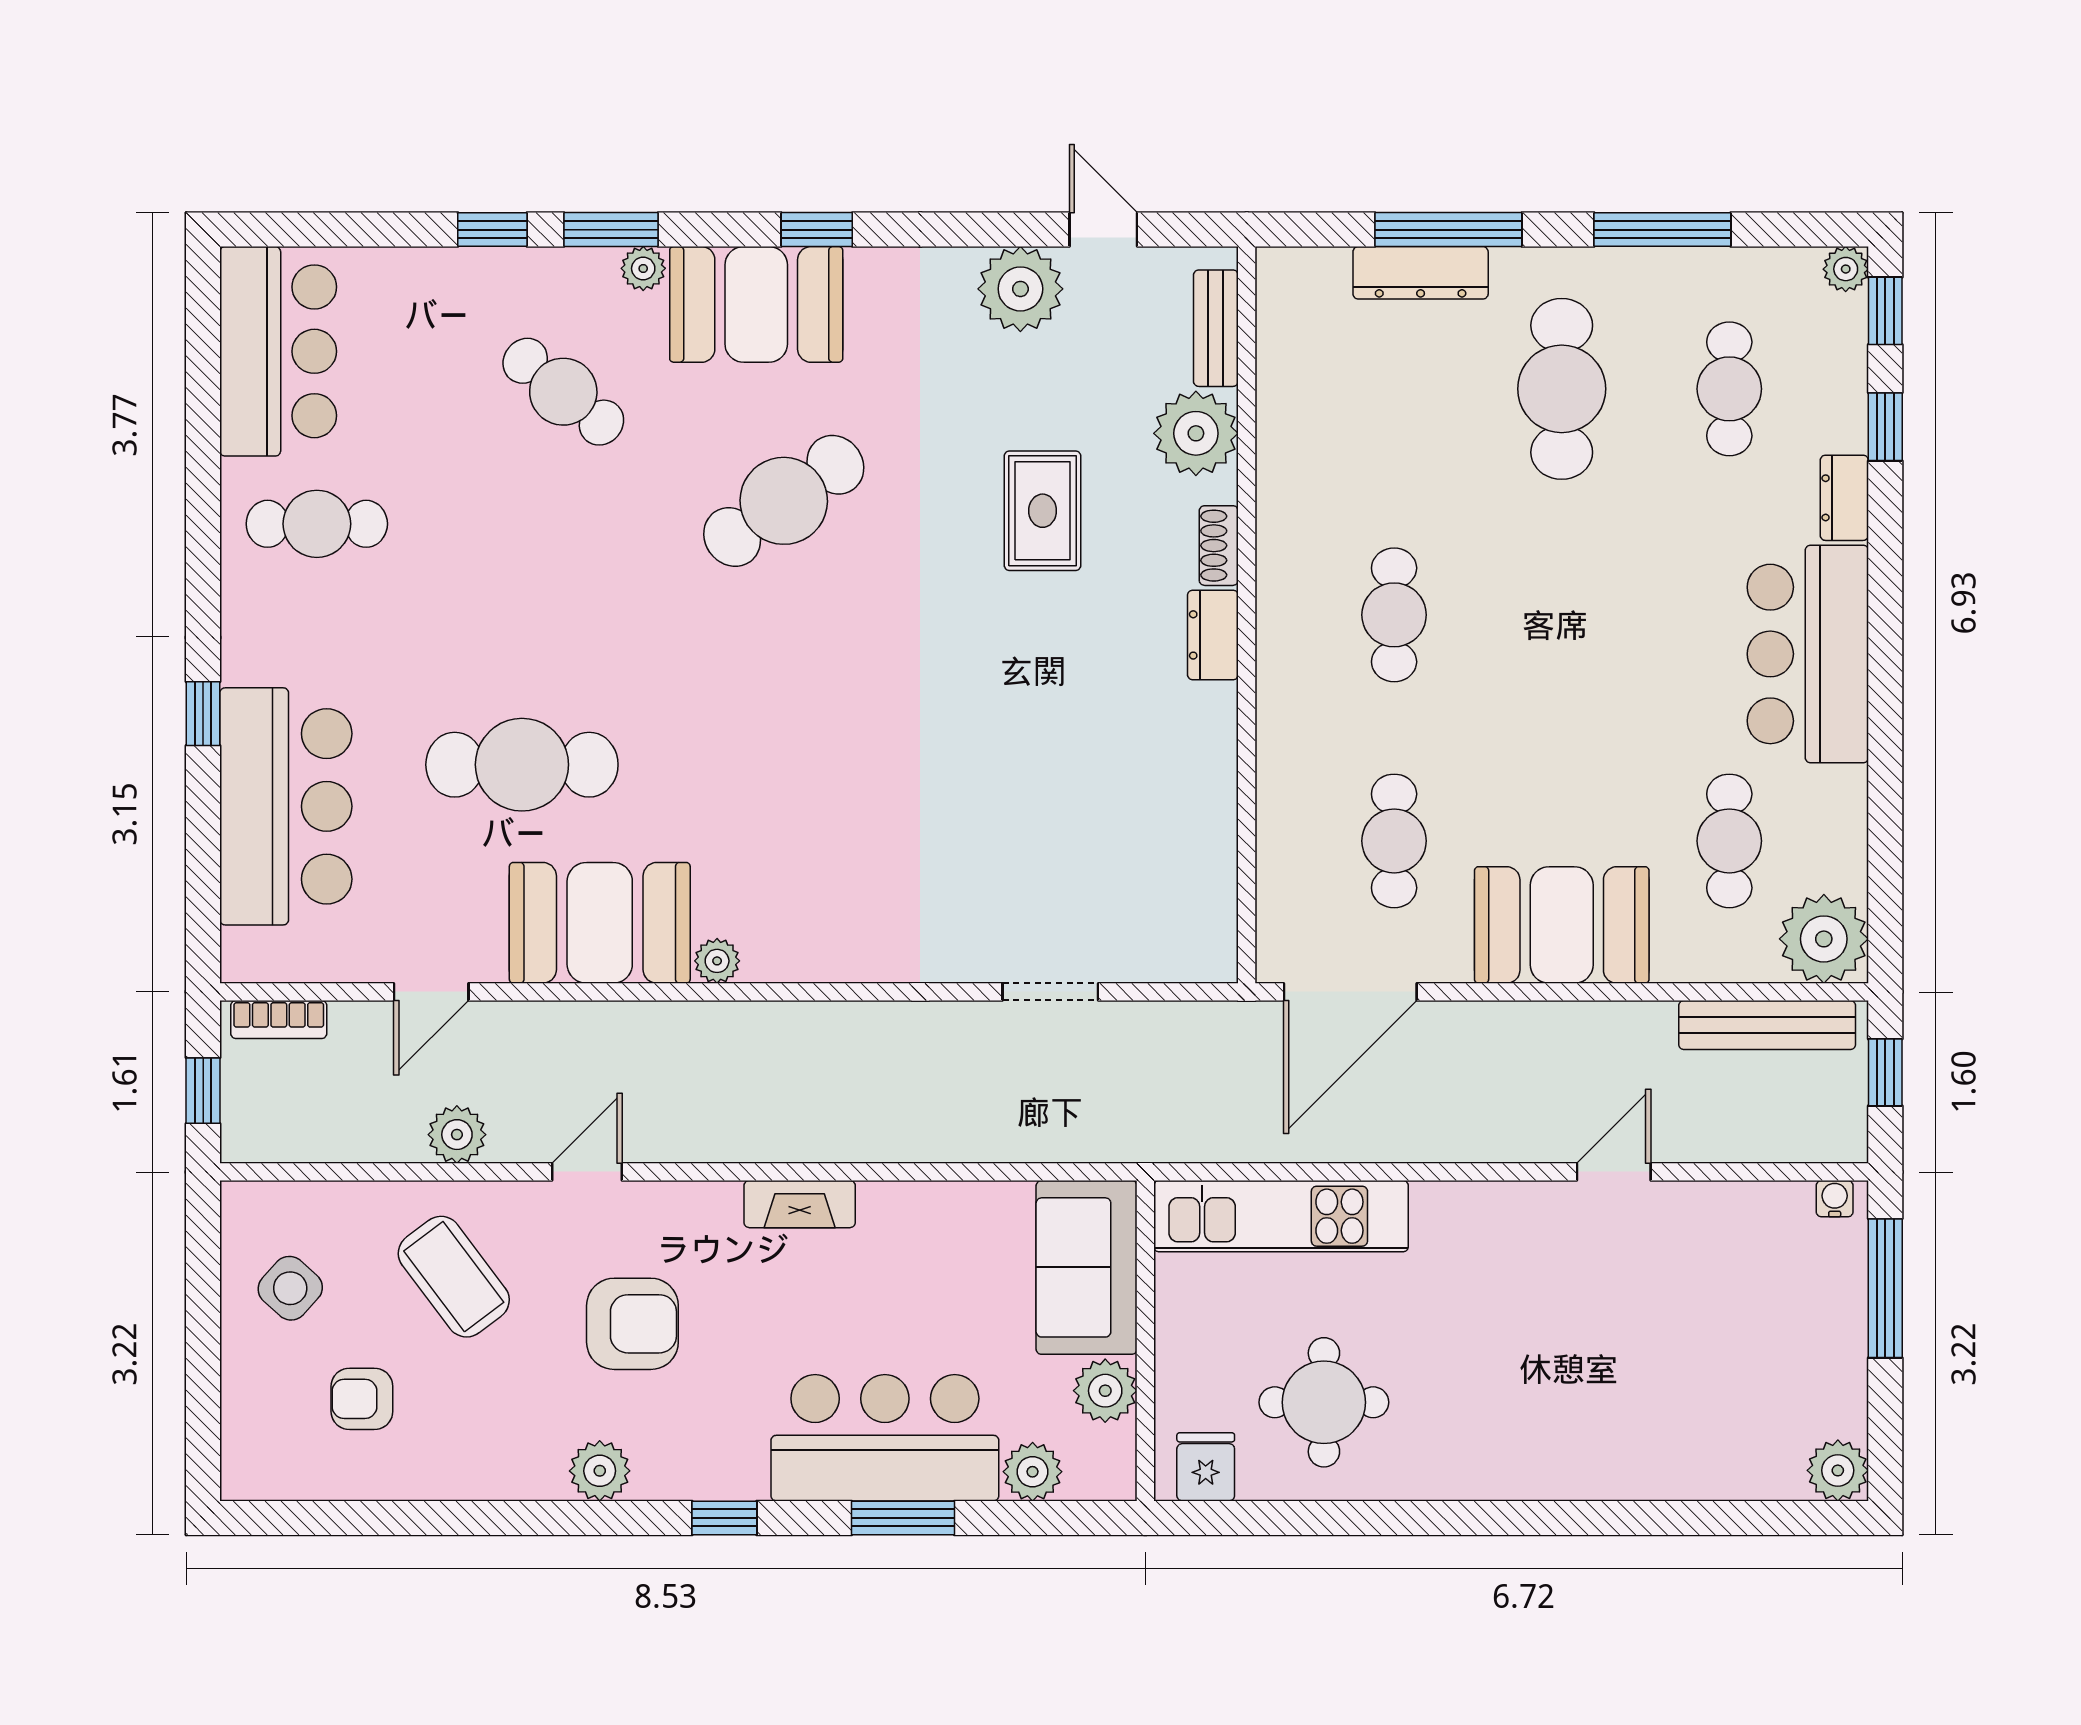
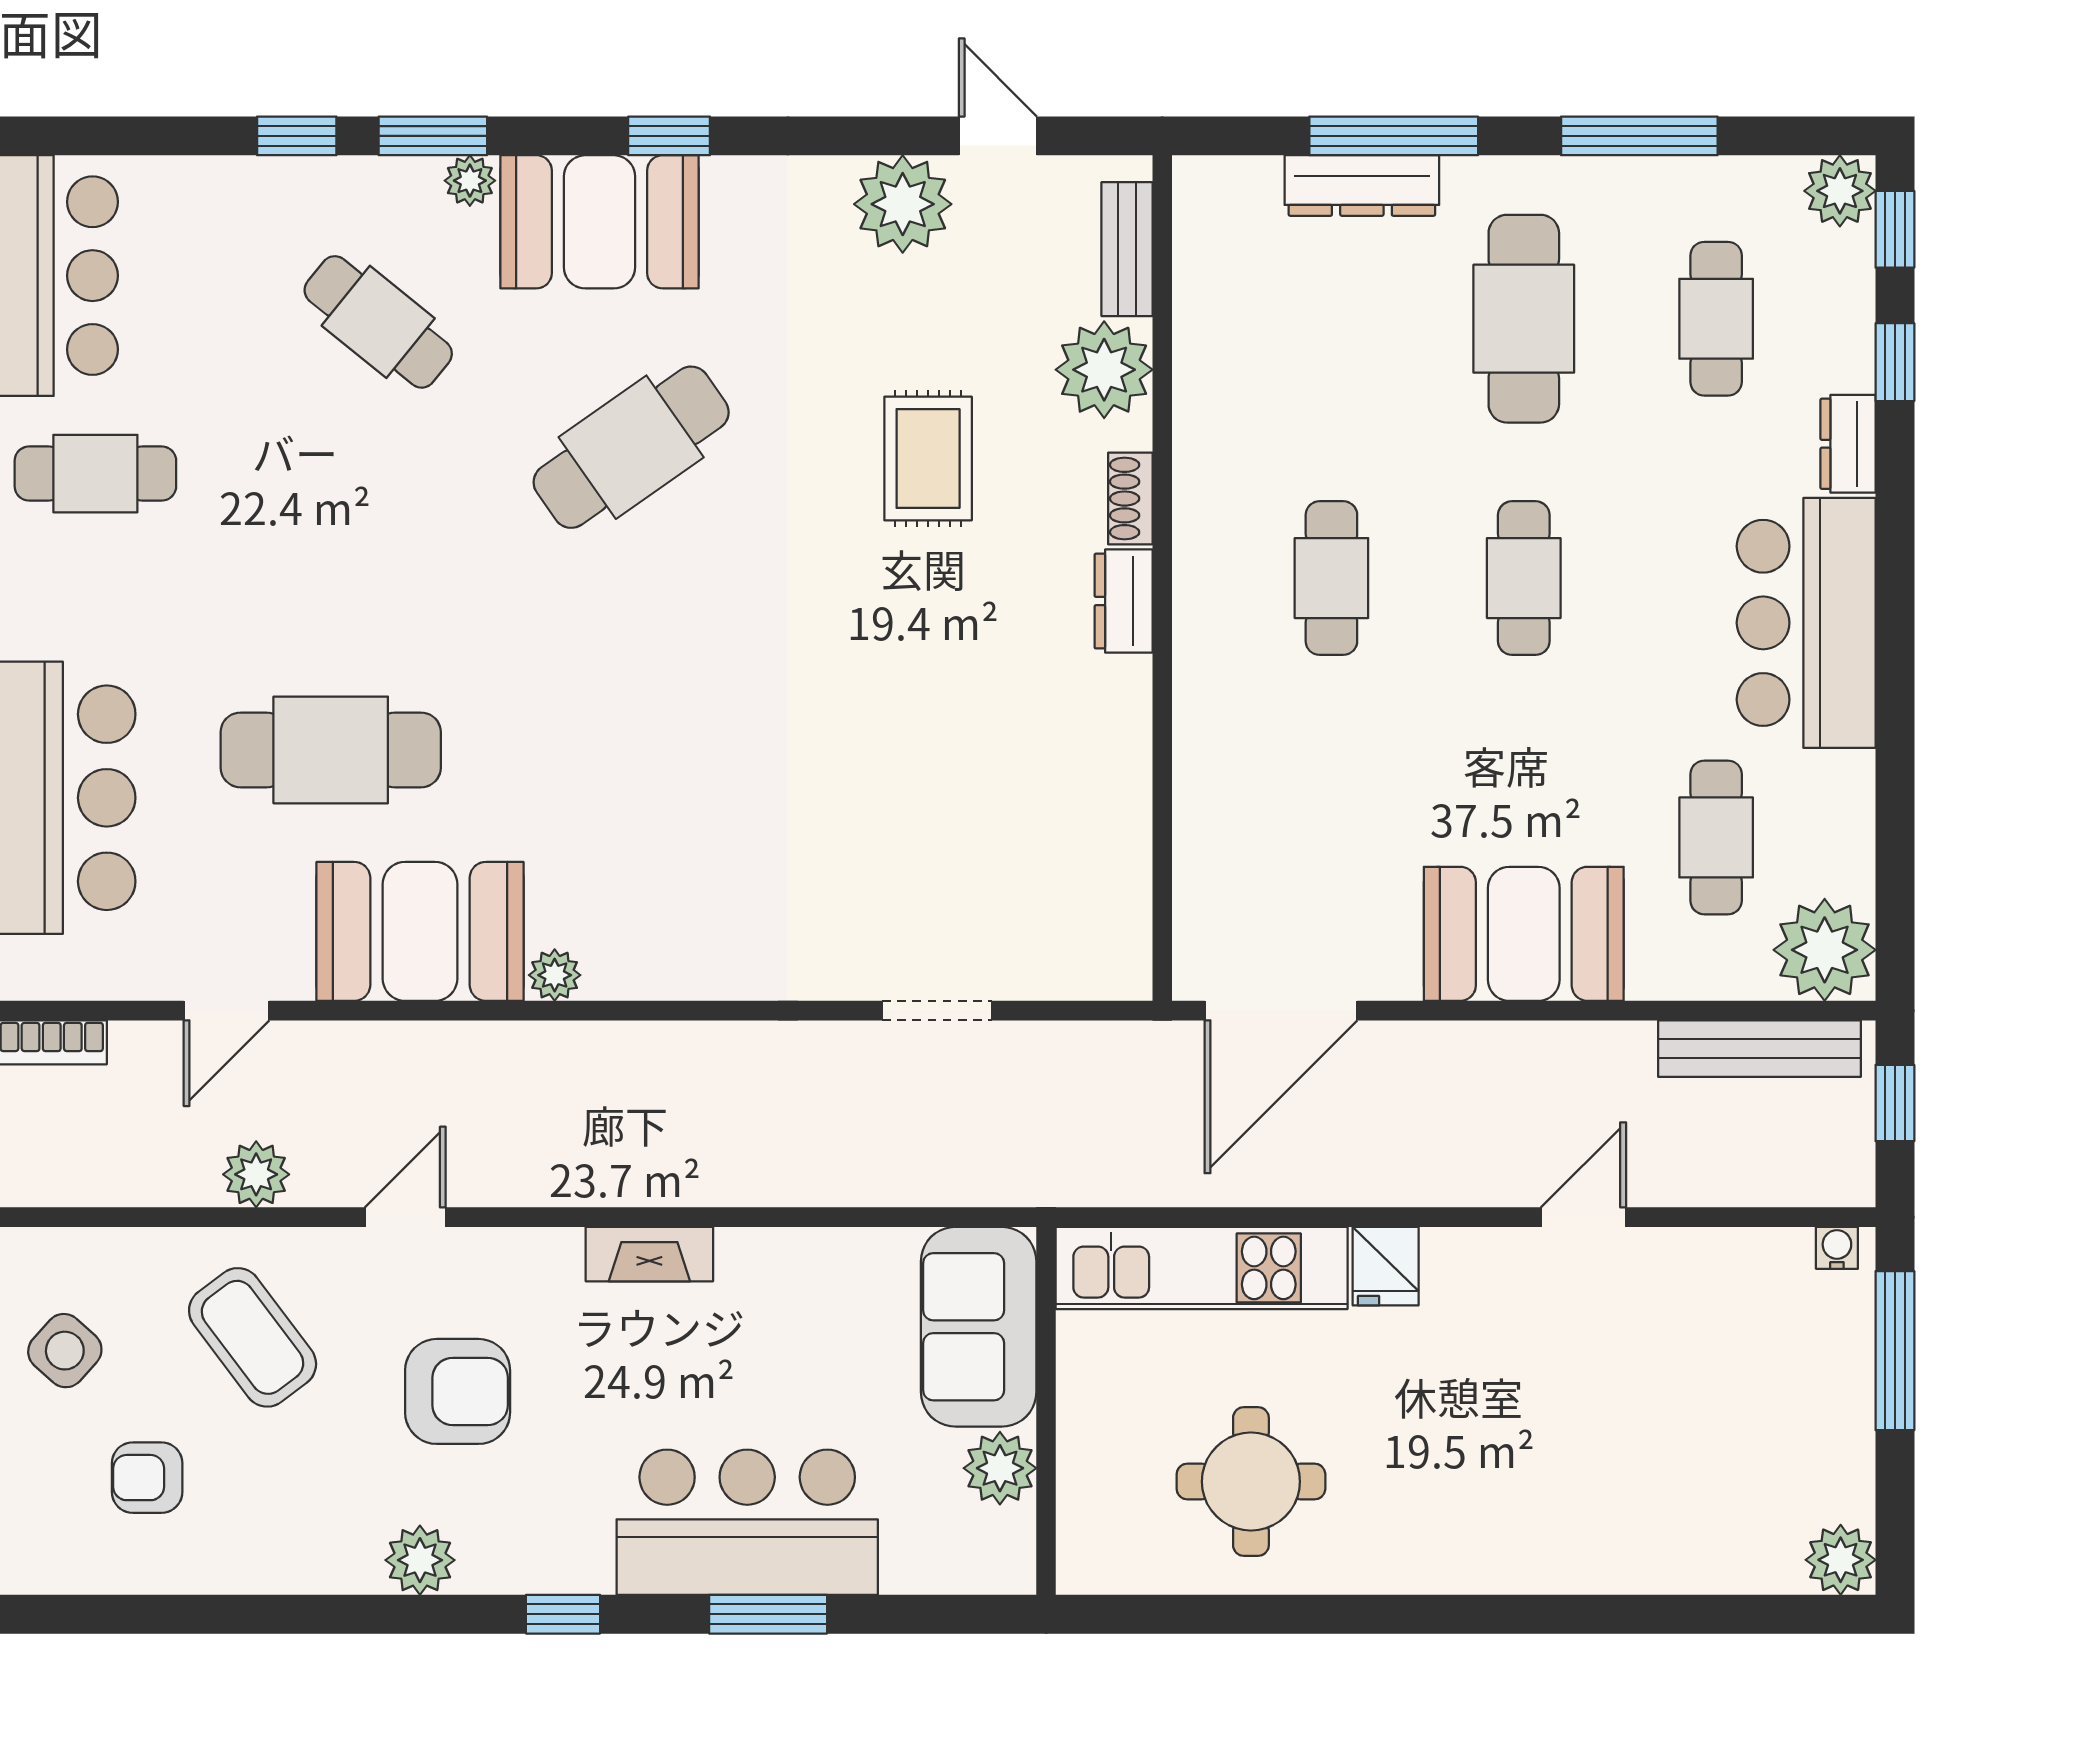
plant: (1846, 269) -> (1840, 191), width x1.38, depth x1.38
cafe table: (1394, 841) -> (1524, 578), moved
fridge: (1206, 1467) -> (1386, 1266), moved, turned 180
plant: (1033, 1472) -> (917, 1561), removed

